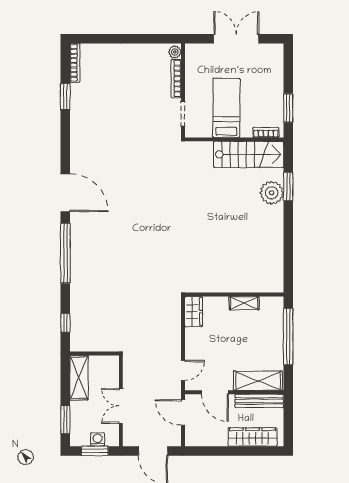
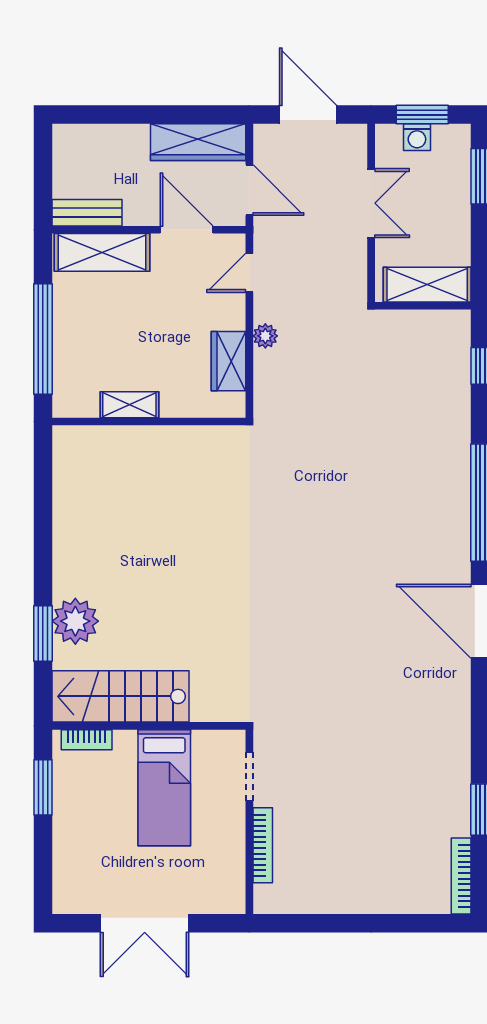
plant: (175, 52) -> (265, 336), moved
wardrobe: (194, 312) -> (228, 361), moved
shelving: (79, 378) -> (427, 285), moved, turned 90
bench: (259, 401) -> (87, 213), width x0.73
wardrobe: (253, 437) -> (198, 142), moved

